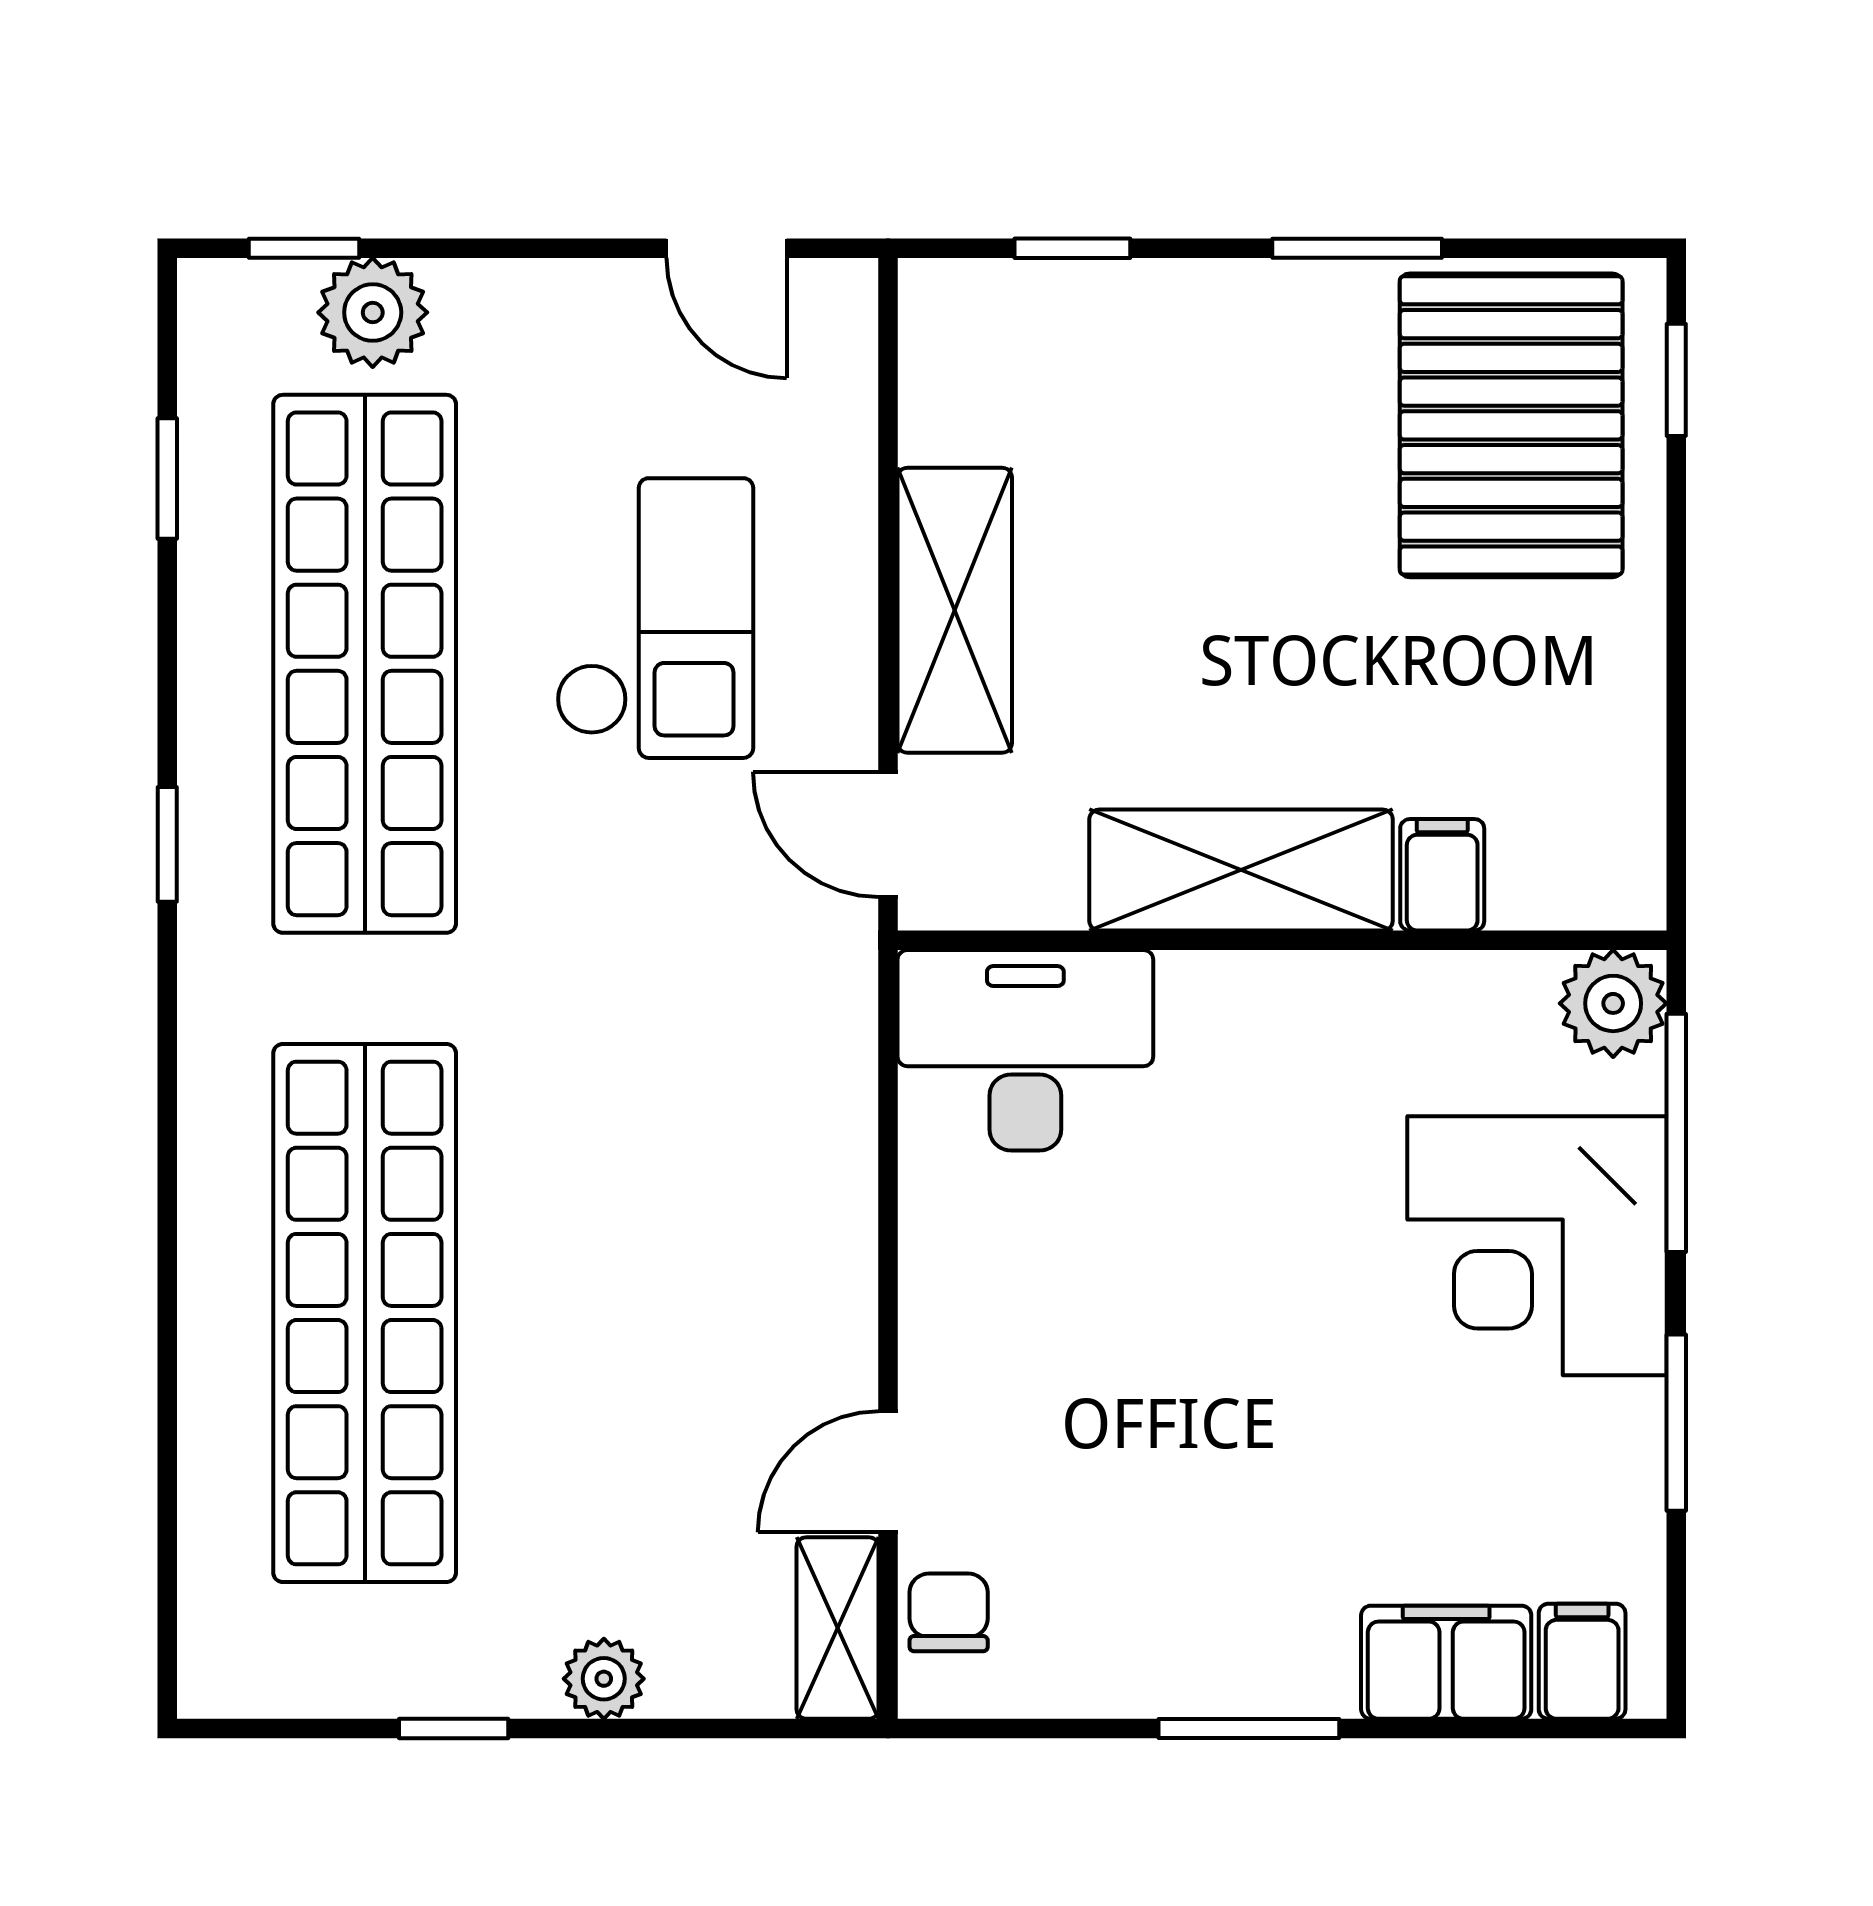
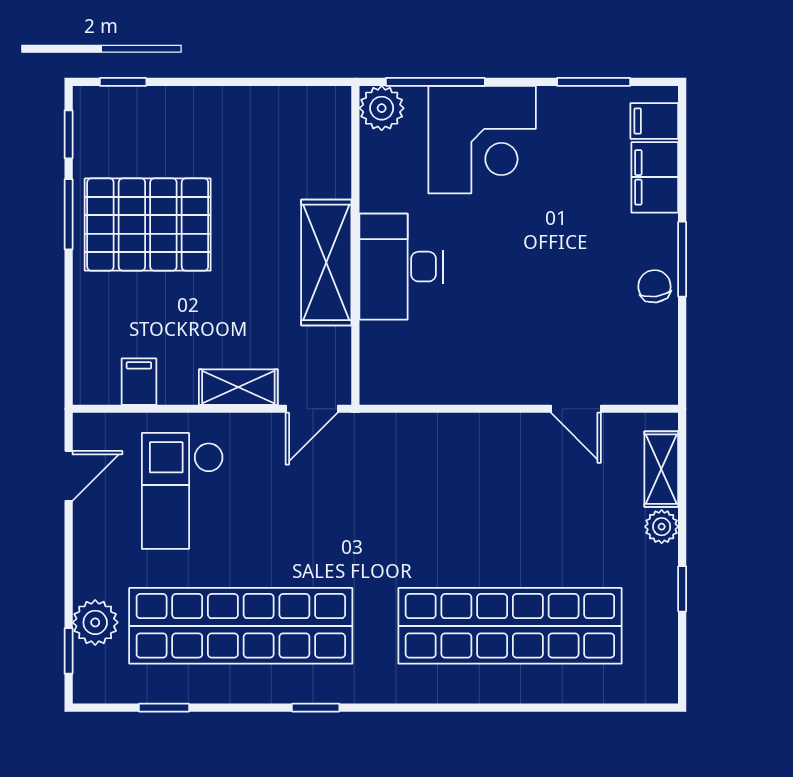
window: (1072, 248) -> (69, 134), moved
pallet: (1511, 425) -> (148, 225), moved
shelving: (955, 610) -> (238, 387), width x0.67, depth x0.75
checkout: (655, 618) -> (183, 491), moved, turned -90
filing cabinet: (1442, 875) -> (139, 382), moved, turned 90
desk: (1025, 1050) -> (401, 267), moved
window: (1676, 1423) -> (594, 82), moved
chair: (949, 1612) -> (654, 286), moved, turned 82
shelving: (838, 1628) -> (661, 469), moved, turned 90

